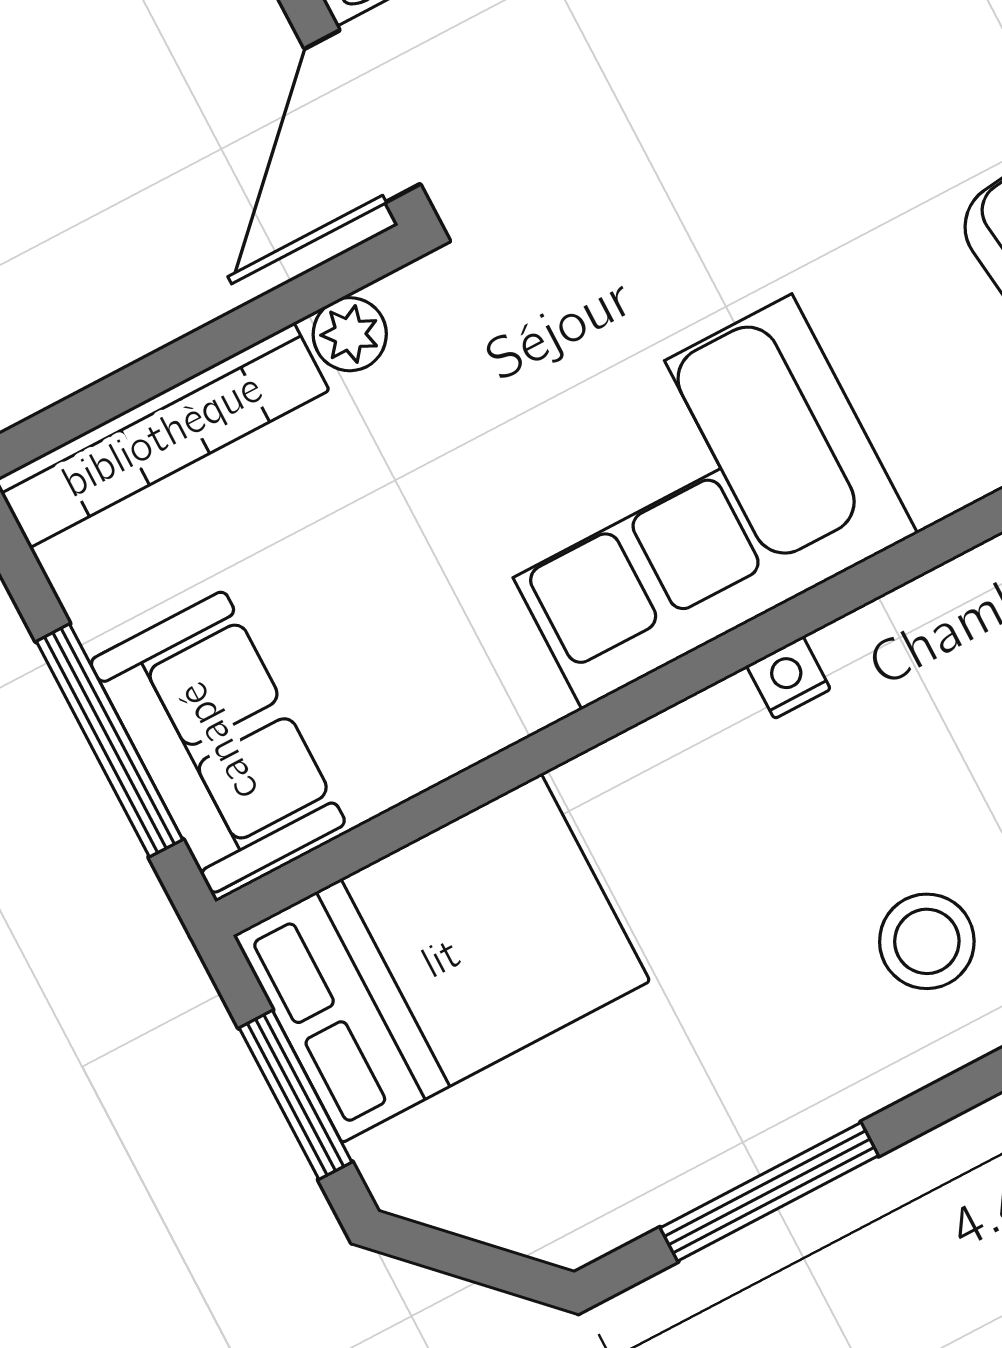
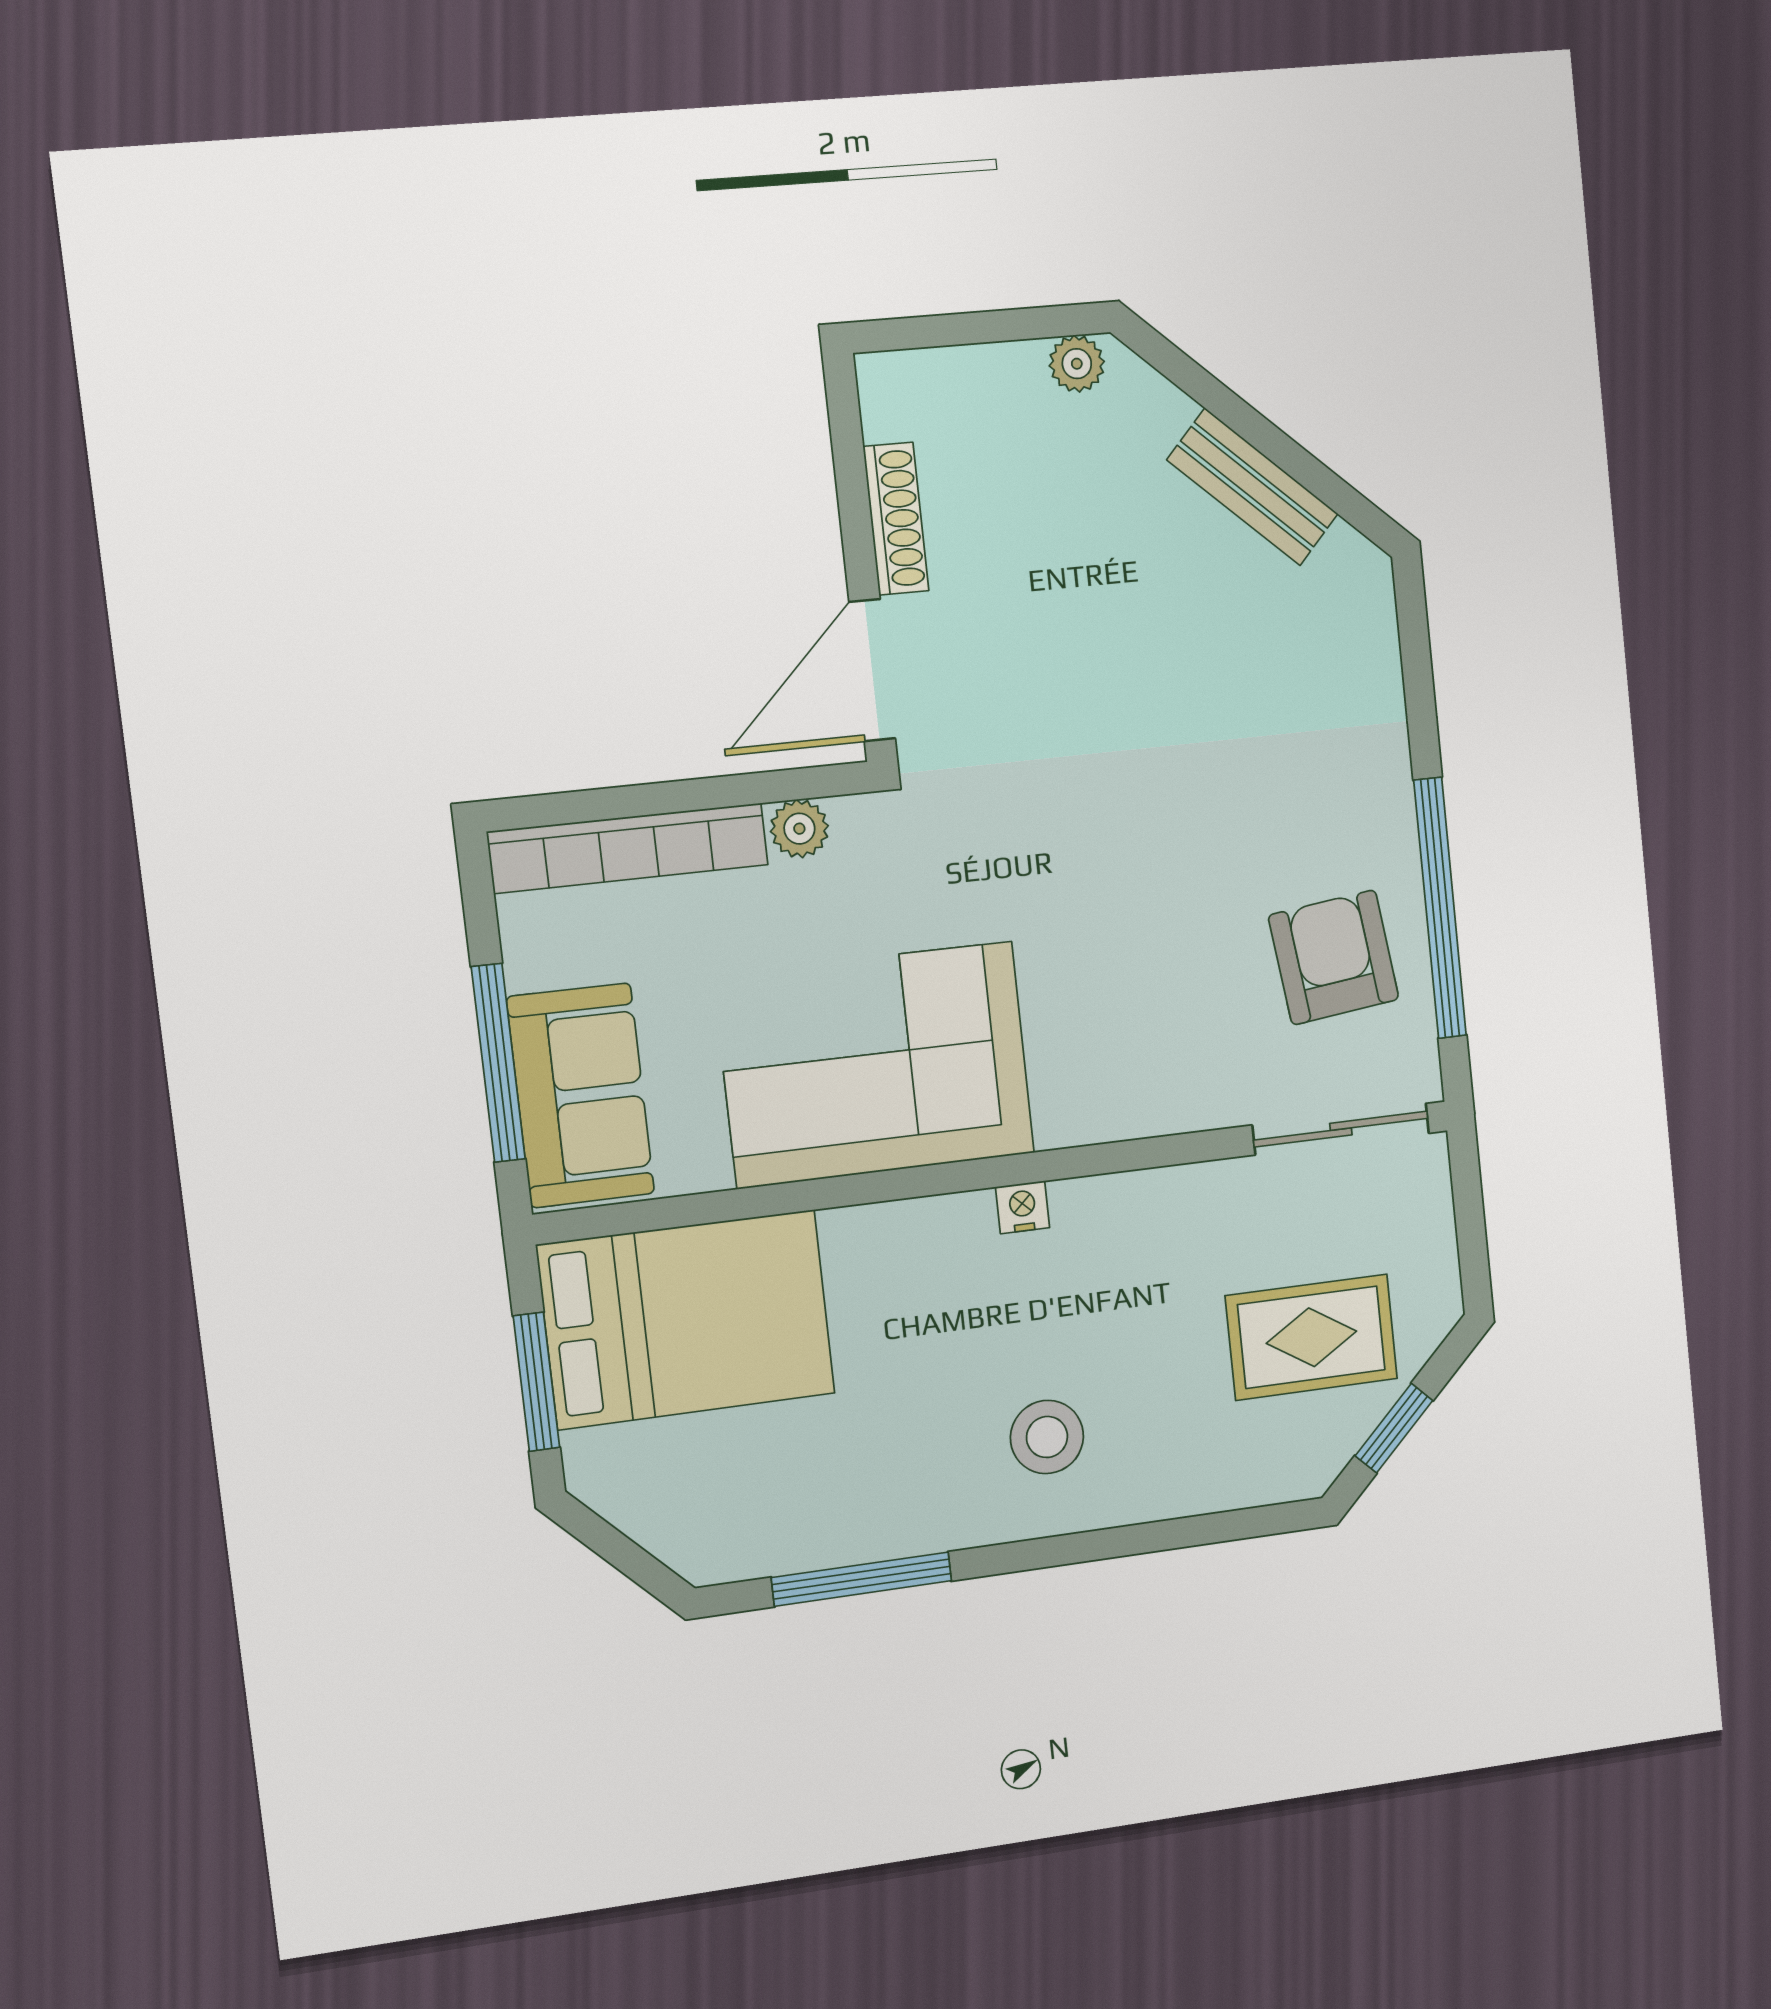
corner sofa: (687, 502) -> (875, 1065), moved

